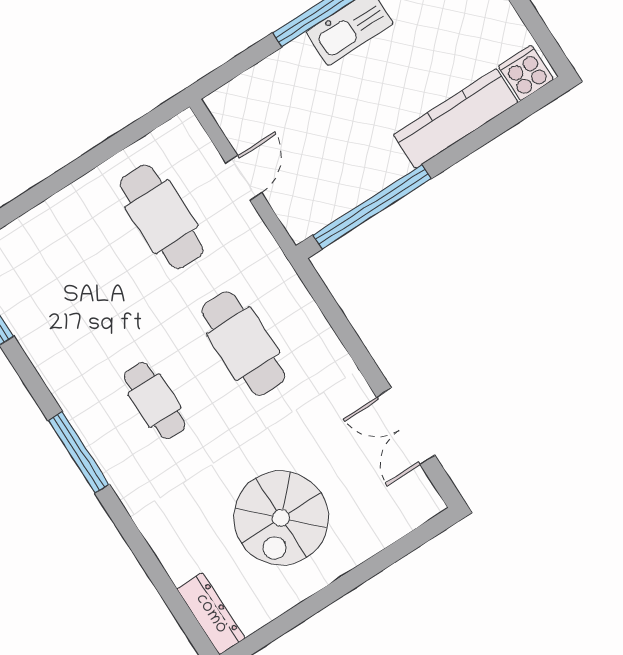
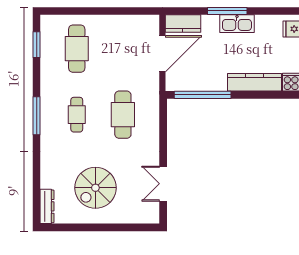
kitchen counter: (246, 94) -> (183, 23), added
door: (244, 178) -> (162, 54), width x1.87
cafe table: (162, 217) -> (77, 49), moved

